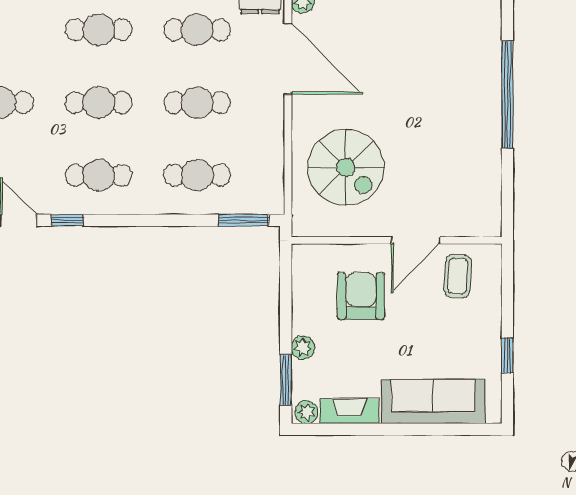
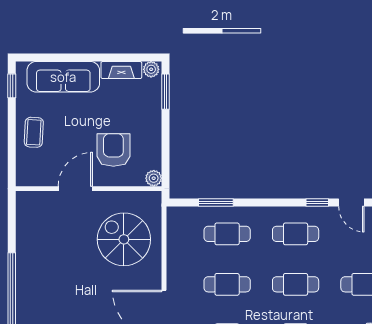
window: (243, 220) -> (216, 203), moved
coffee table: (458, 276) -> (34, 132), moved
armchair: (361, 296) -> (113, 150), turned 180
plant: (303, 347) -> (154, 178), moved
window: (507, 356) -> (12, 86), moved

